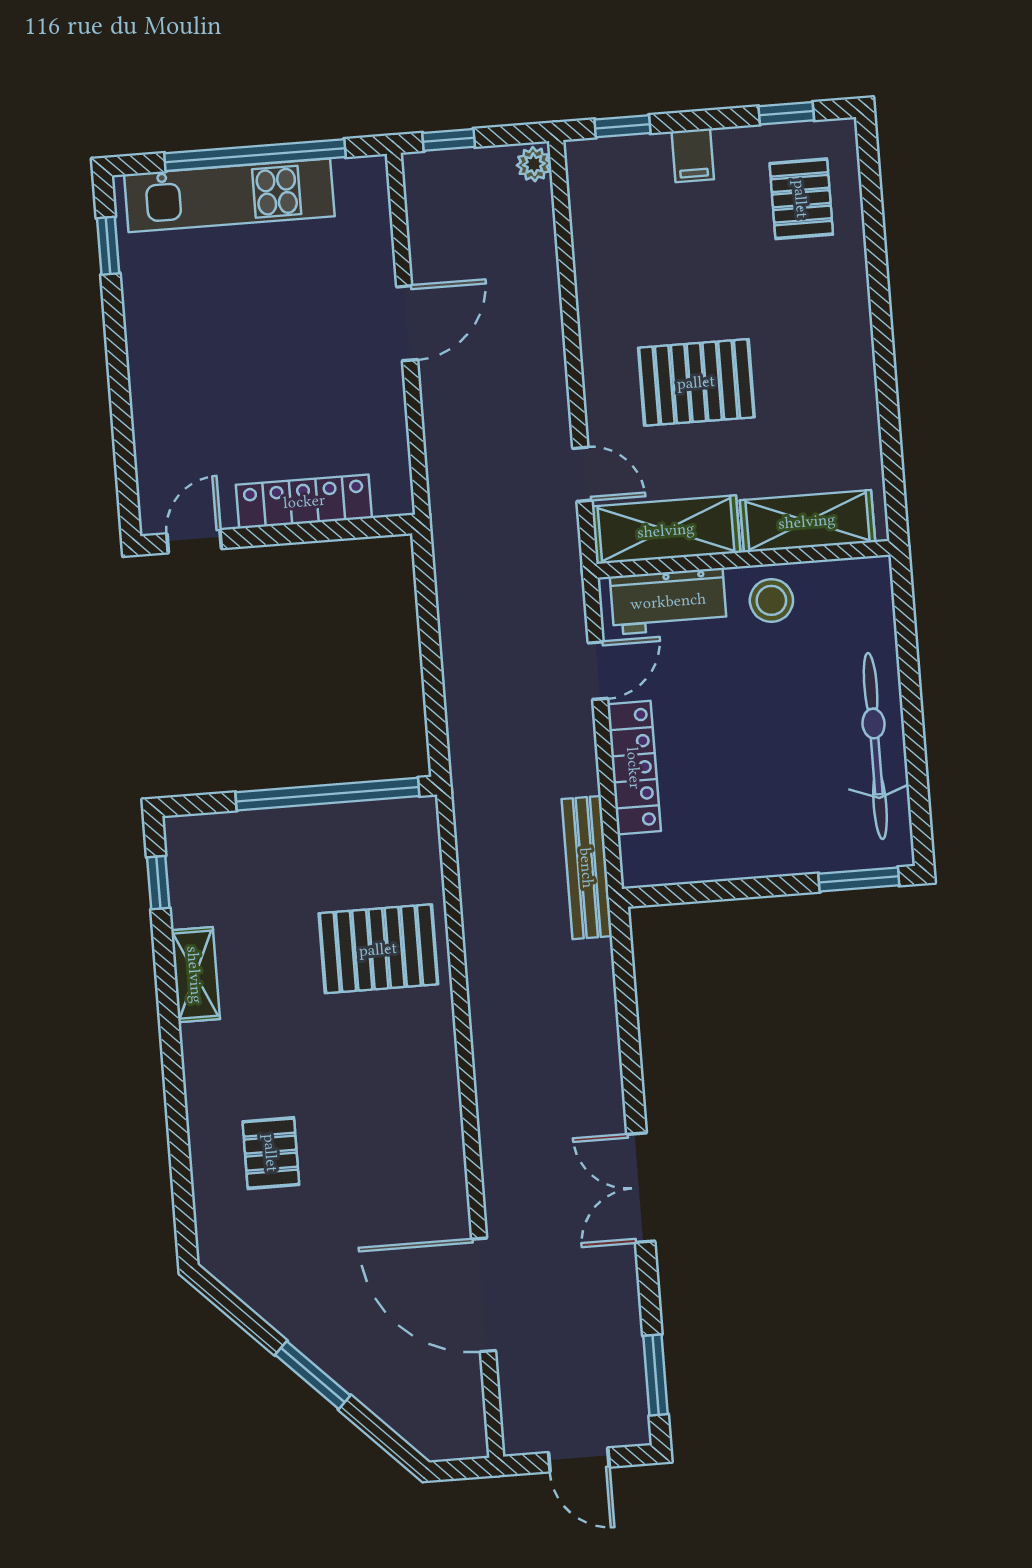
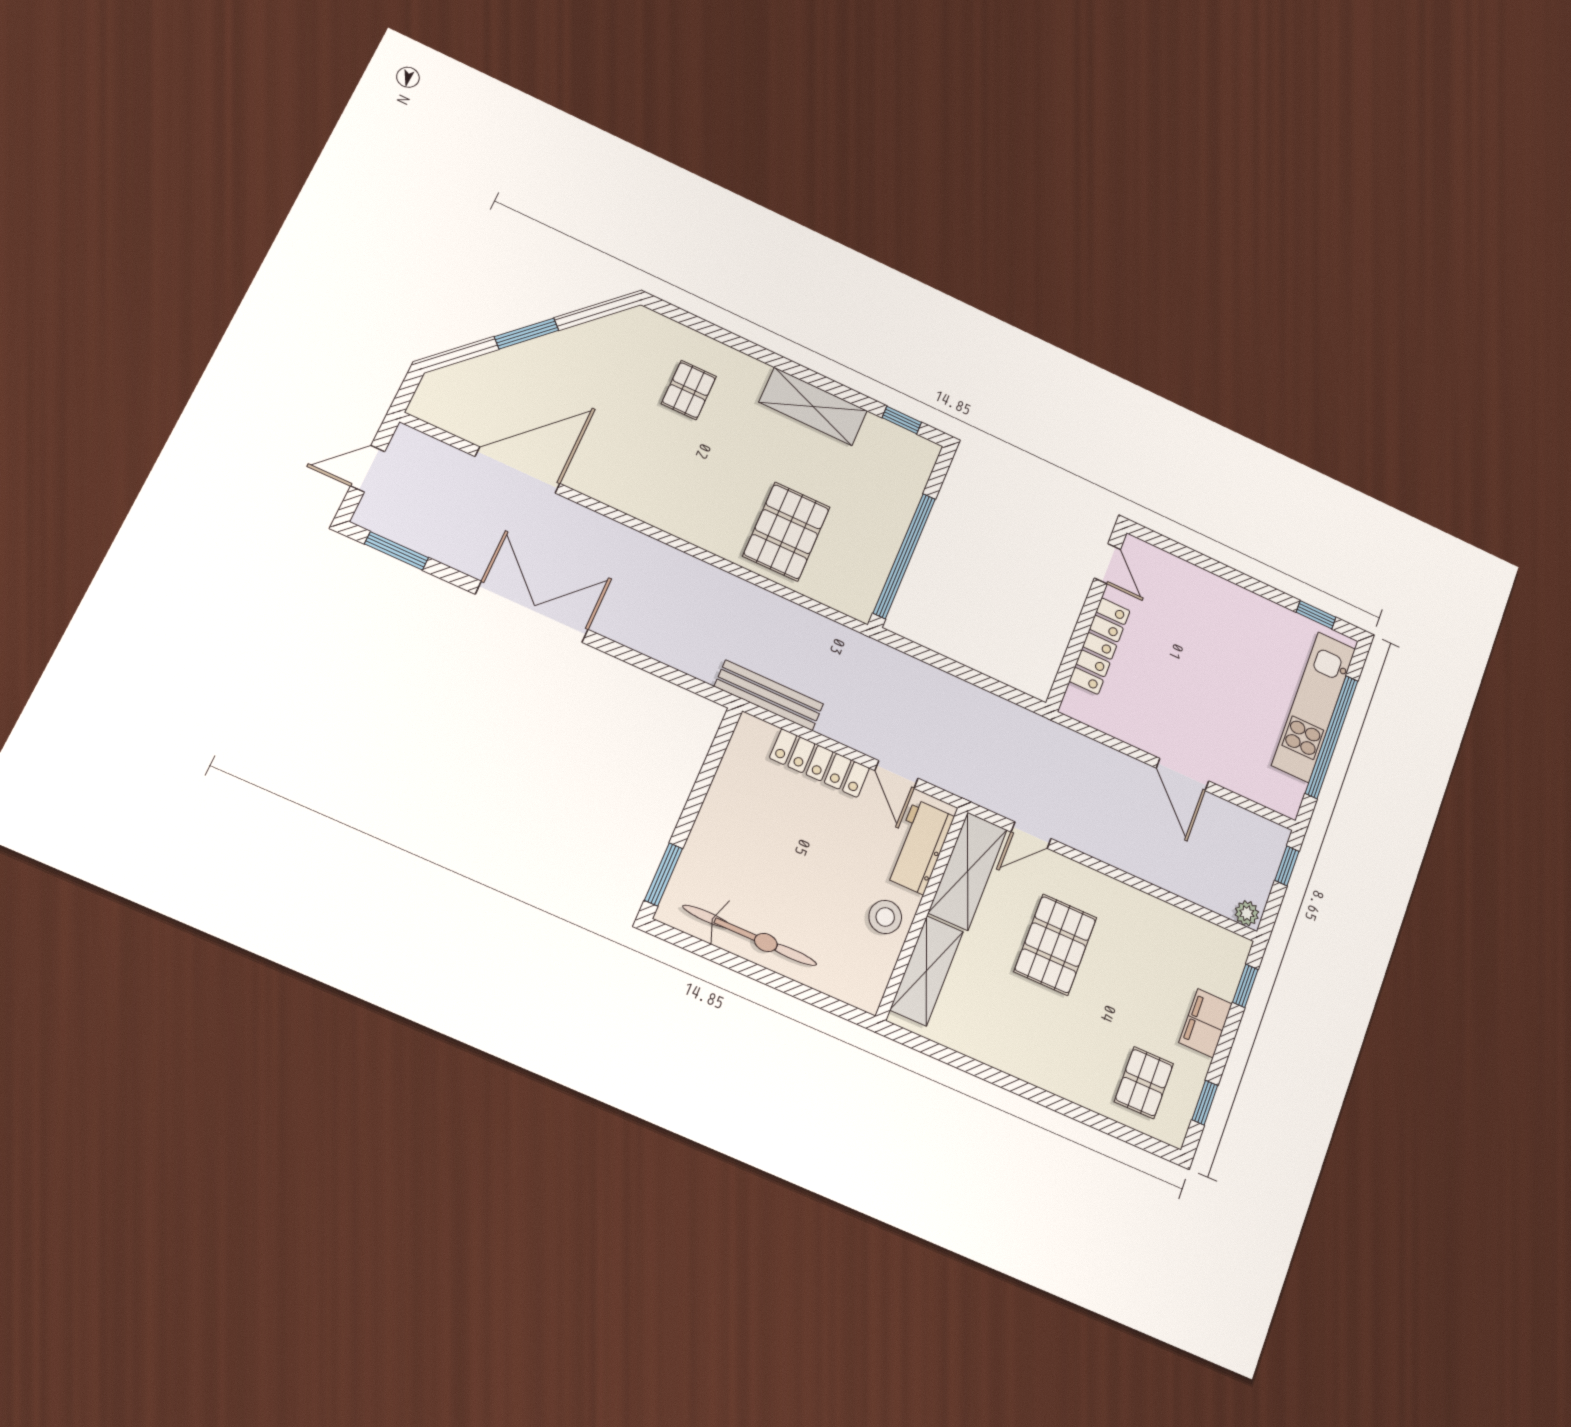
filing cabinet: (693, 155) -> (1206, 1023), width x2.00
pallet: (801, 199) -> (1144, 1083), turned 90
shelving: (195, 975) -> (813, 406), width x1.50, depth x1.33
pallet: (271, 1153) -> (689, 390), turned 90
double door: (641, 1188) -> (532, 612), width x1.37

